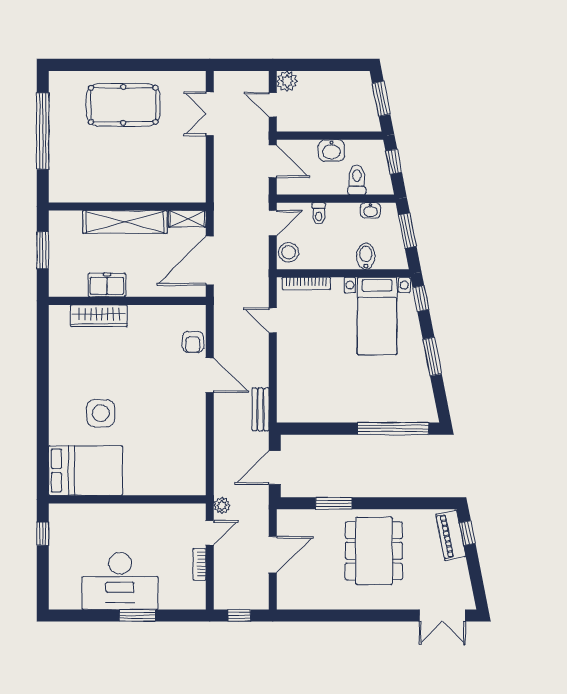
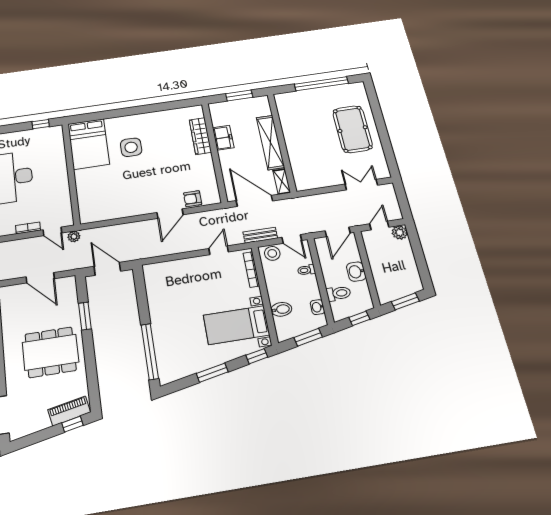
bench: (261, 409) -> (260, 235), moved

